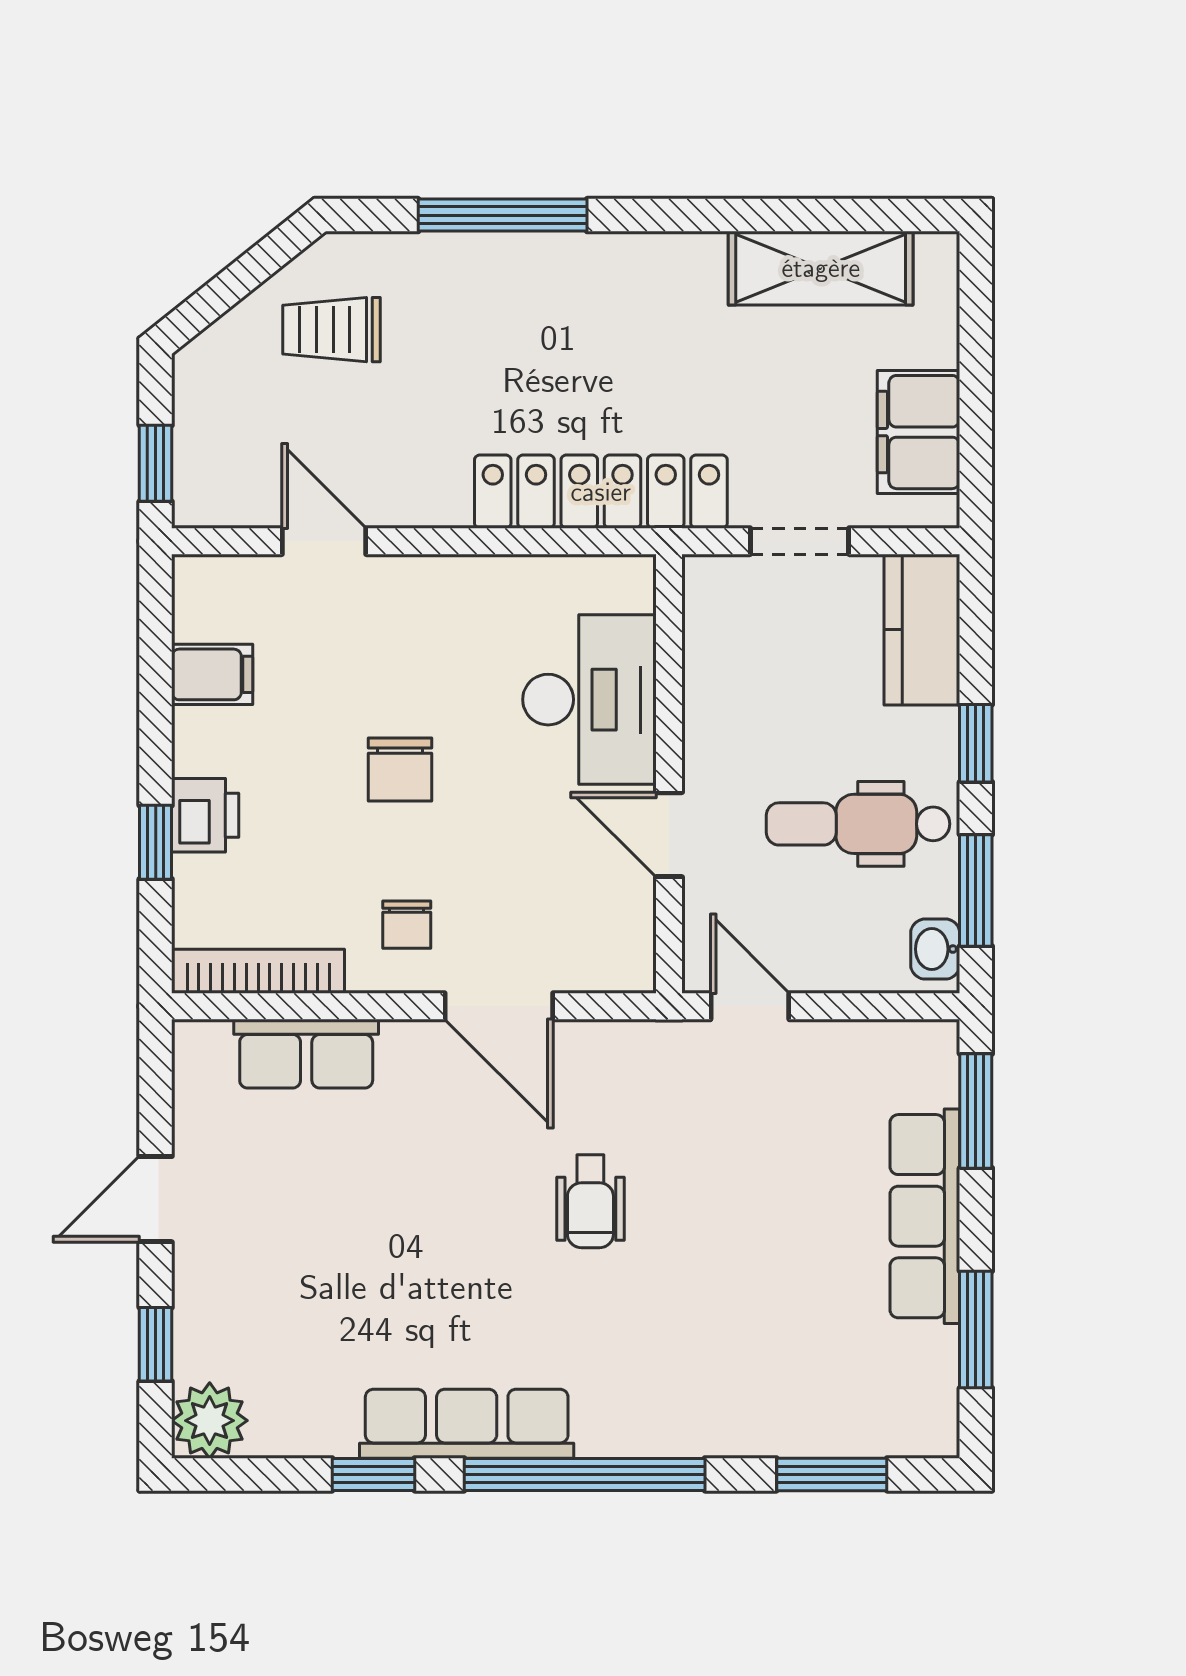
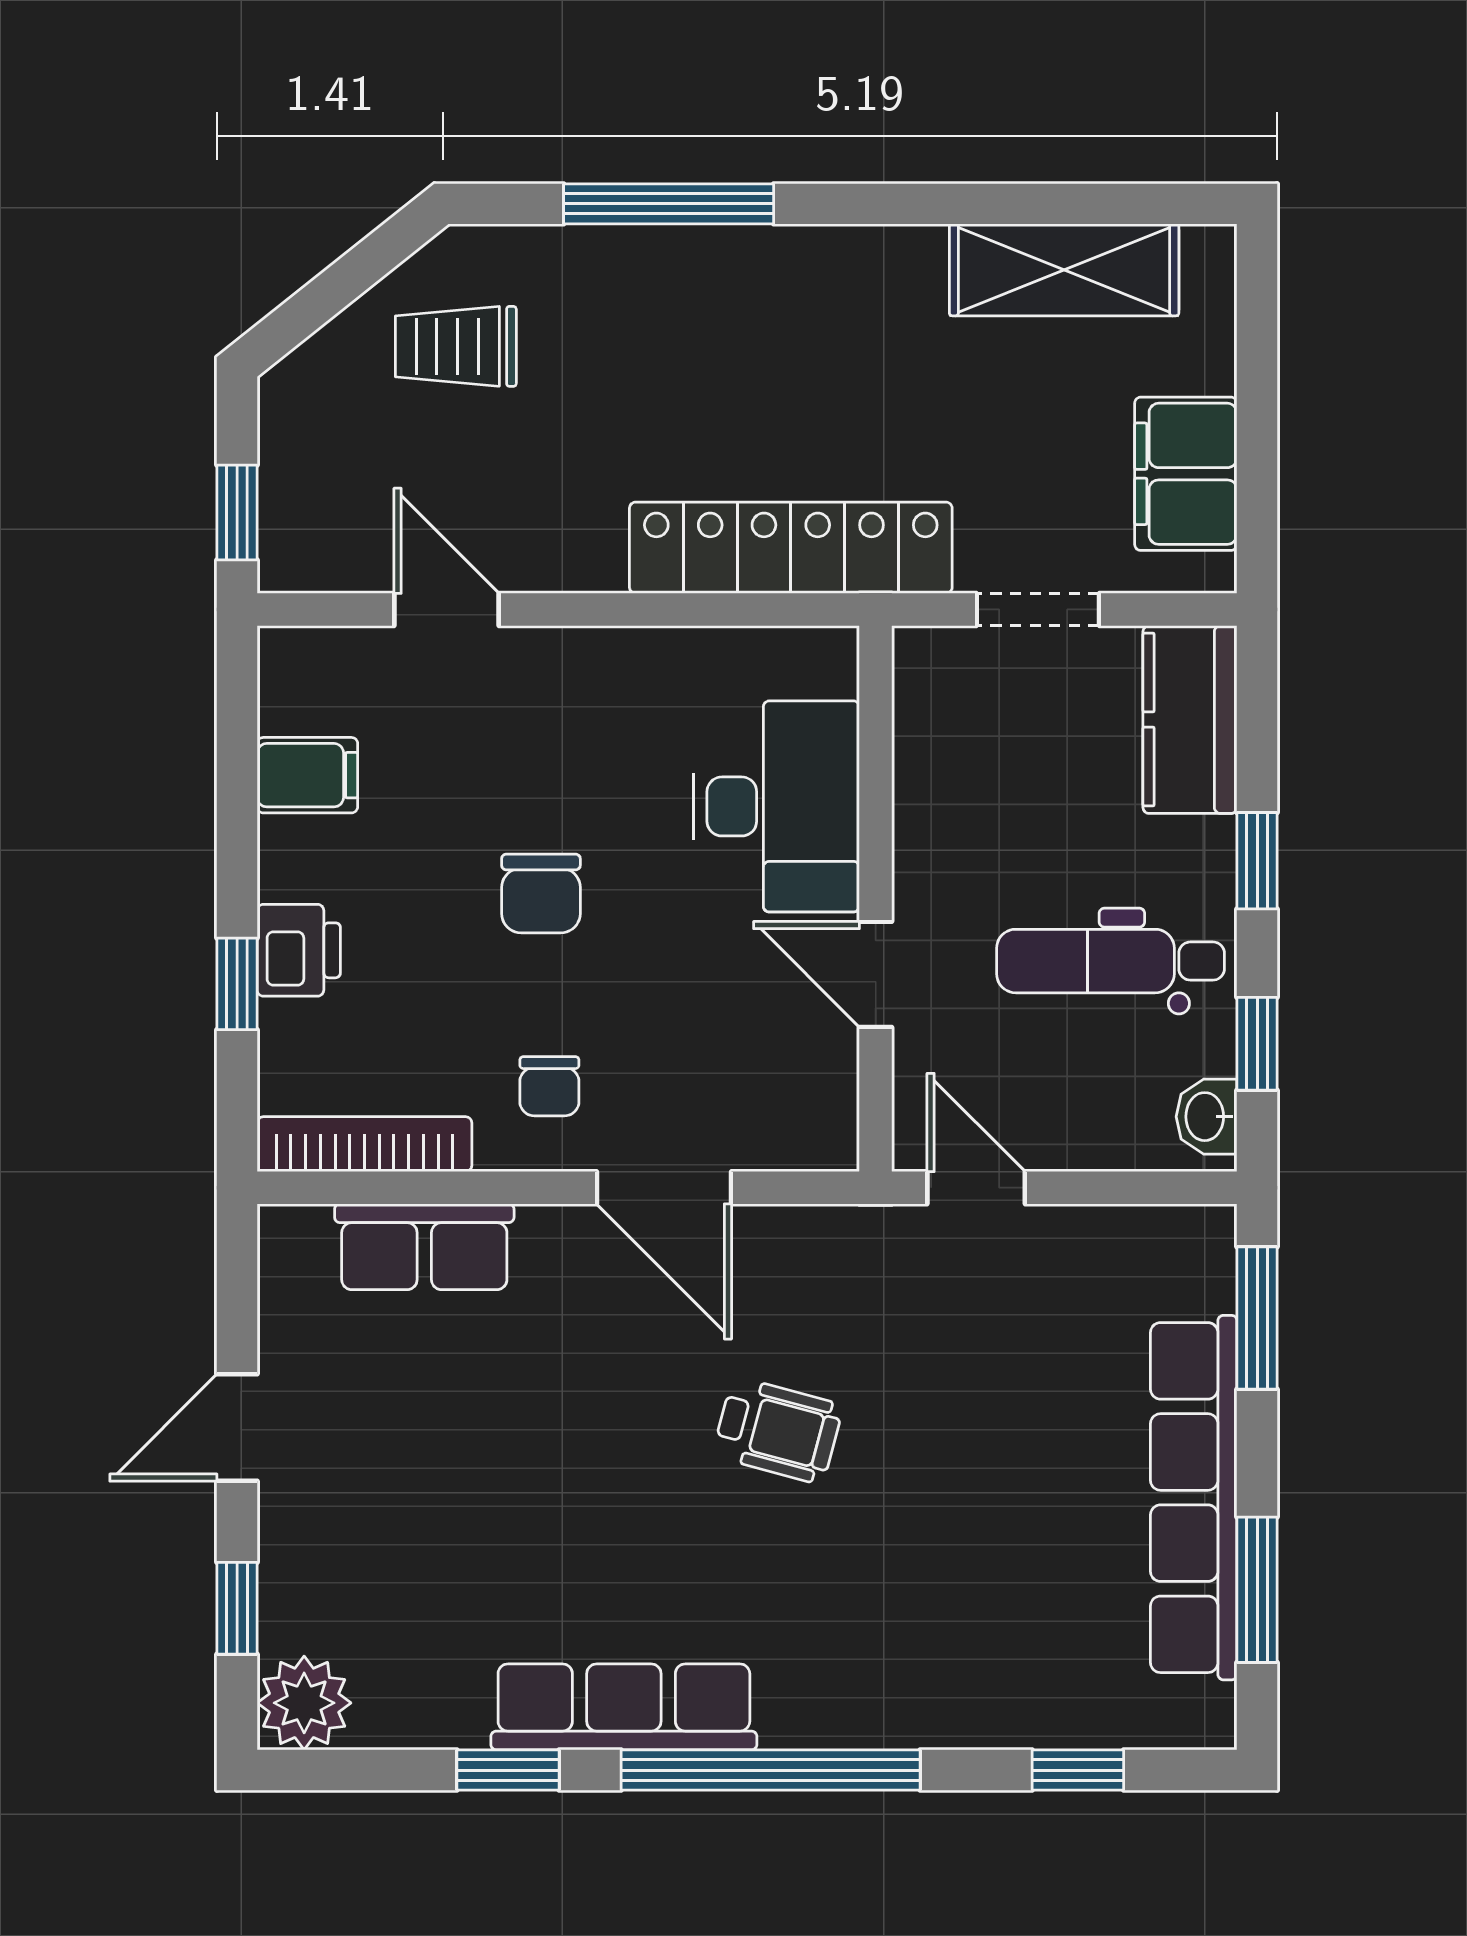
window: (976, 890) -> (1257, 1044), width x0.67
wheelchair: (590, 1201) -> (778, 1430), turned -75
row of seats: (925, 1216) -> (1194, 1498), width x1.36
window: (832, 1474) -> (1078, 1770), width x0.67

